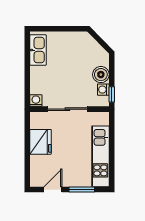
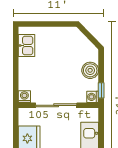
kitchen sink: (38, 50) -> (27, 46), width x0.73
washing machine: (103, 90) -> (93, 97), moved

